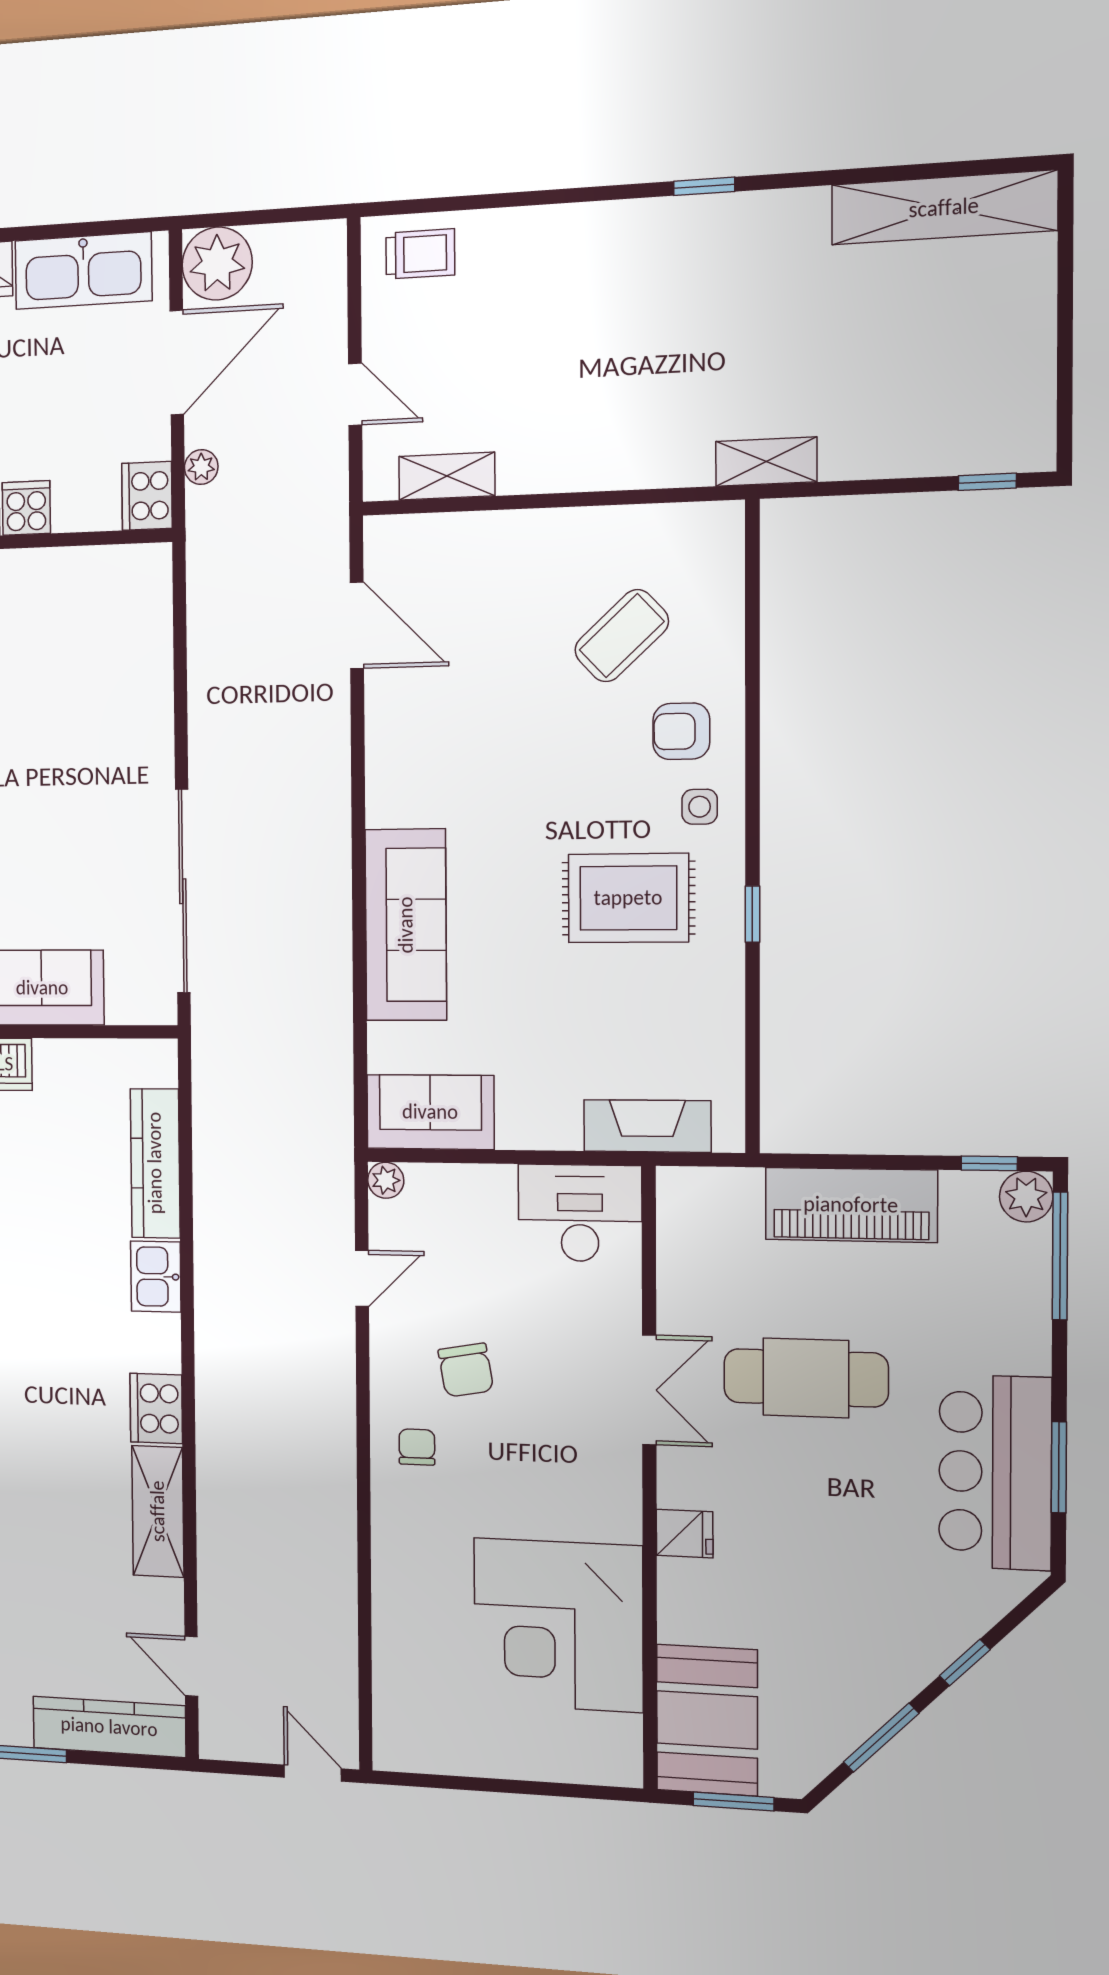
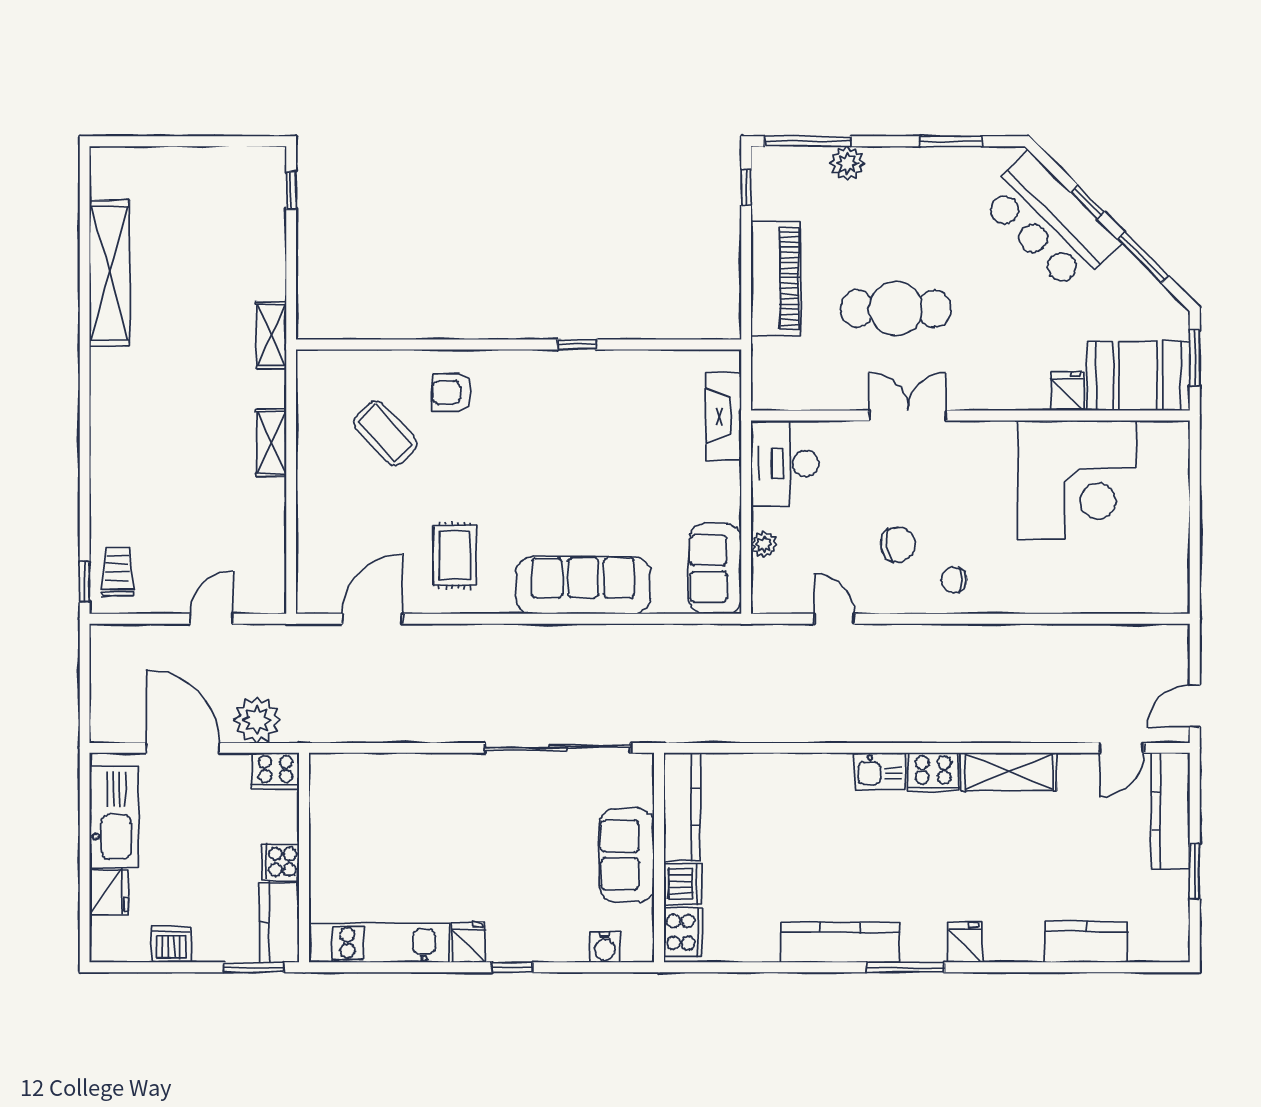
window: (704, 186) -> (85, 582), moved
shelving: (944, 208) -> (109, 273), moved
plant: (217, 264) -> (115, 718), removed
plant: (201, 467) -> (257, 720), width x1.88, depth x1.88
shelving: (447, 476) -> (271, 443), moved
armchair: (681, 731) -> (452, 393), turned 90
side table: (700, 807) -> (503, 380), removed
rug: (628, 898) -> (455, 556), moved, width x0.73, depth x0.70
kitchen counter: (155, 1163) -> (682, 807), moved, turned -90
plant: (386, 1180) -> (764, 544), moved
plant: (1026, 1197) -> (847, 163), moved
kitchen sink: (156, 1277) -> (880, 771), moved
cafe table: (806, 1378) -> (896, 309), turned 90
bar counter: (995, 1472) -> (1049, 222), moved, turned 45
fridge: (685, 1534) -> (1068, 391), moved
door: (313, 1773) -> (1195, 706), moved

